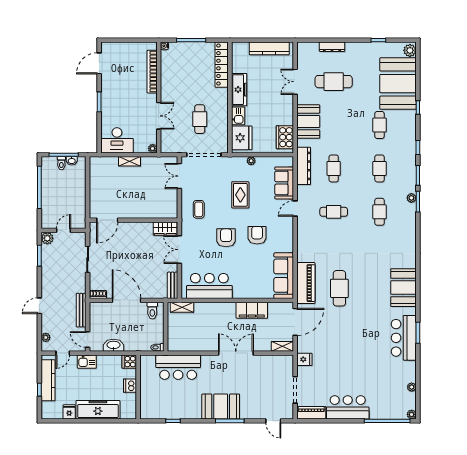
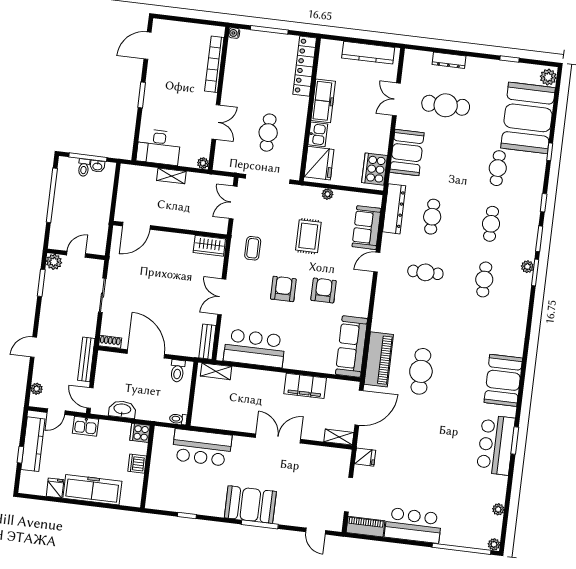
door: (107, 220) -> (136, 226), moved
wall: (133, 220) -> (170, 230), moved
wardrobe: (165, 229) -> (209, 246), moved

